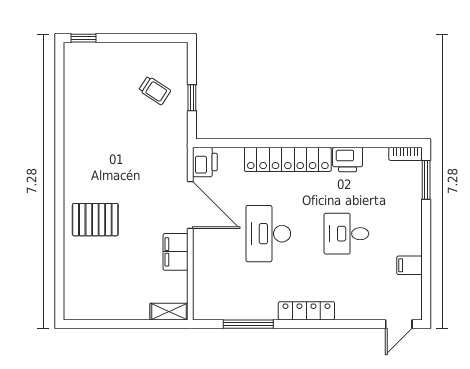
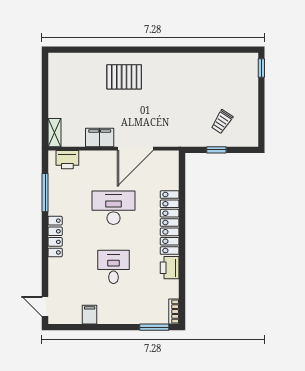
printer: (205, 162) -> (67, 160), moved
pallet: (95, 220) -> (124, 77), turned 90

